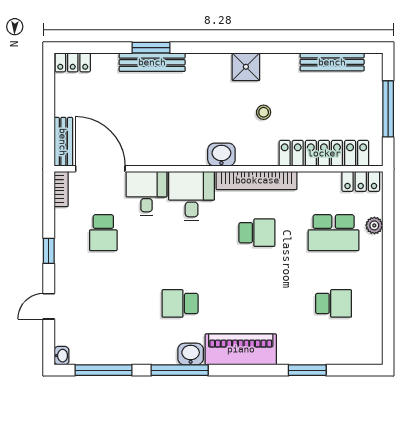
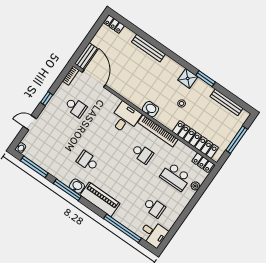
window: (151, 48) -> (206, 79), moved
desk: (146, 193) -> (154, 233), moved, turned 90
school desk: (103, 233) -> (76, 107), turned -90
window: (307, 370) -> (123, 228), width x2.11

